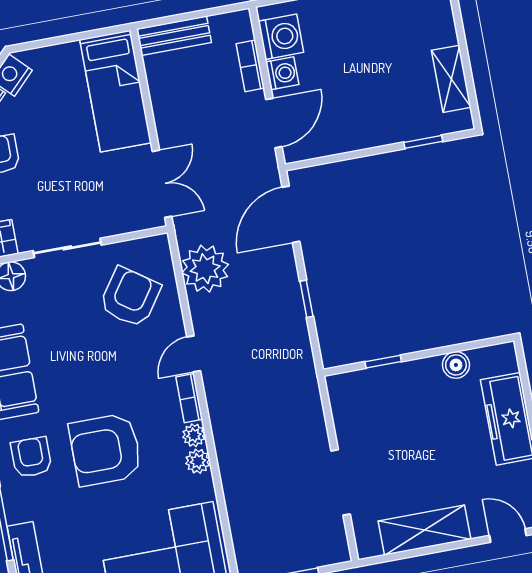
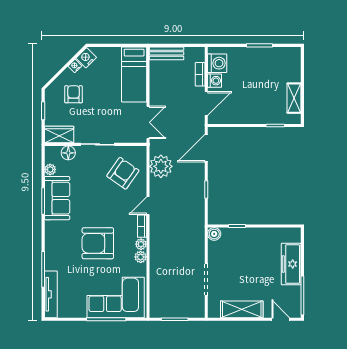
boiler: (456, 365) -> (214, 234), moved
armchair: (31, 457) -> (62, 240), removed

